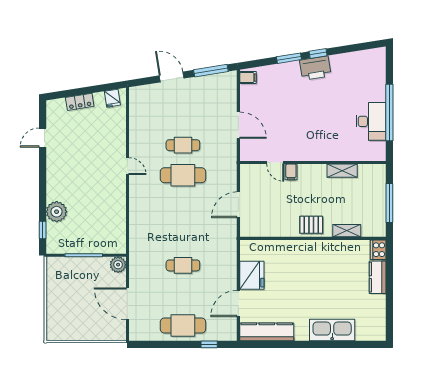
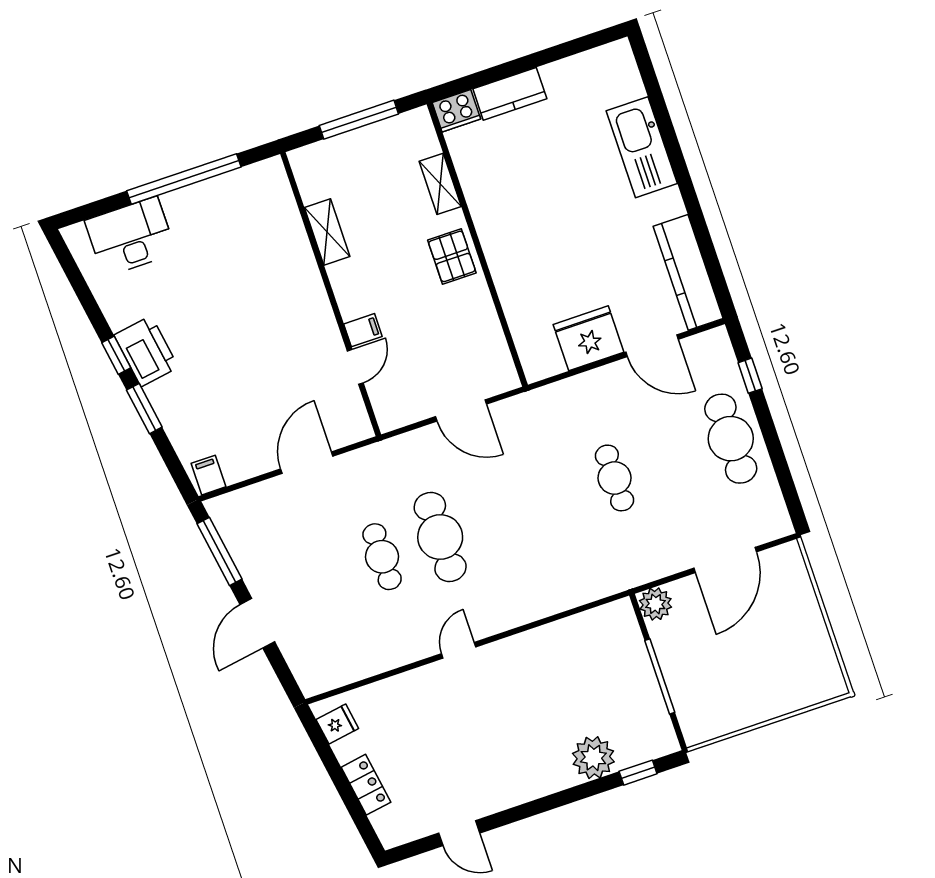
desk: (371, 121) -> (130, 237), moved

